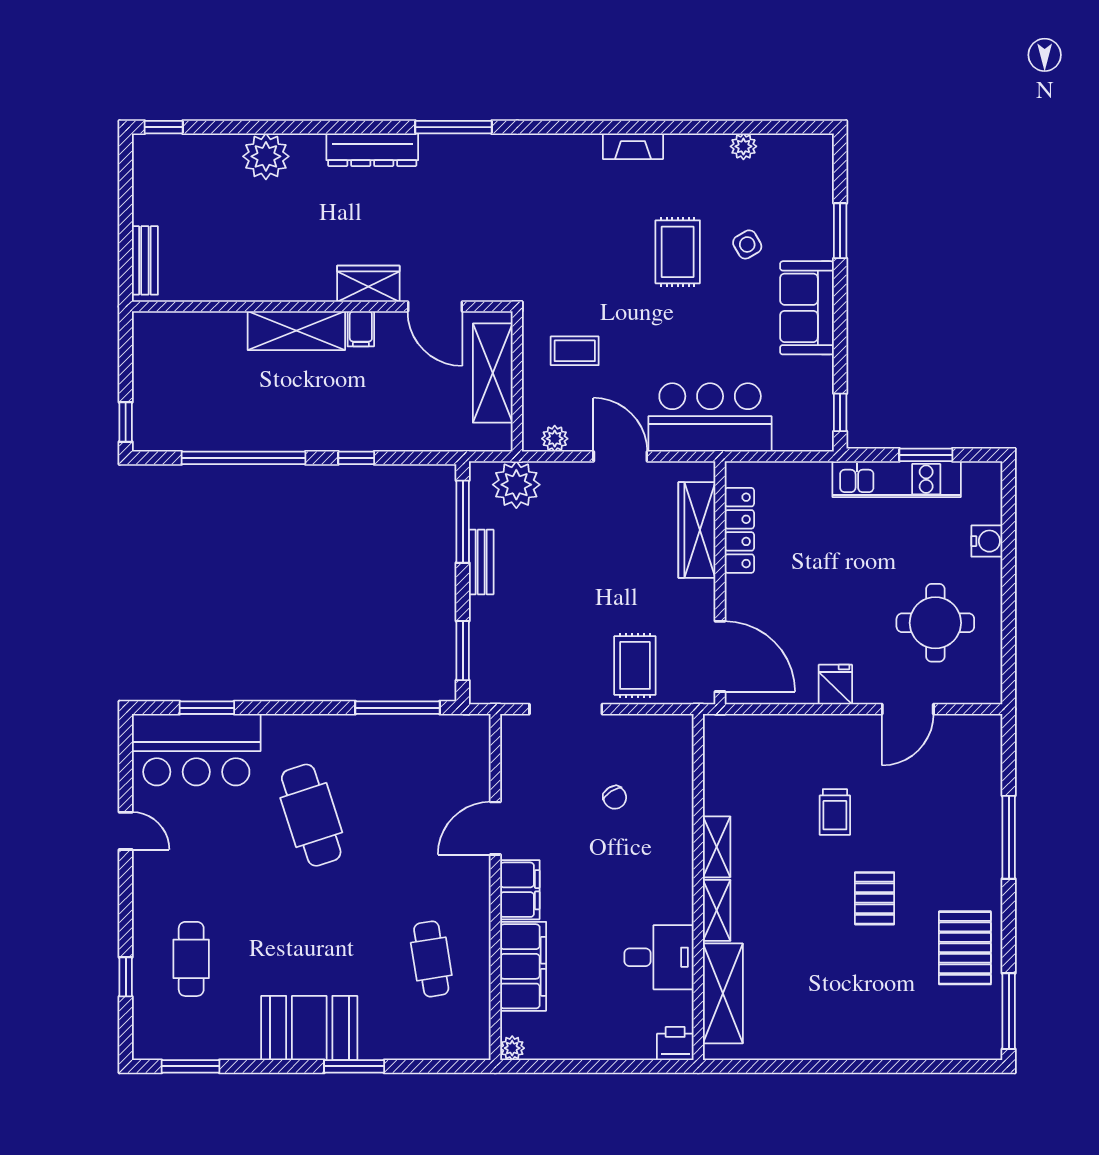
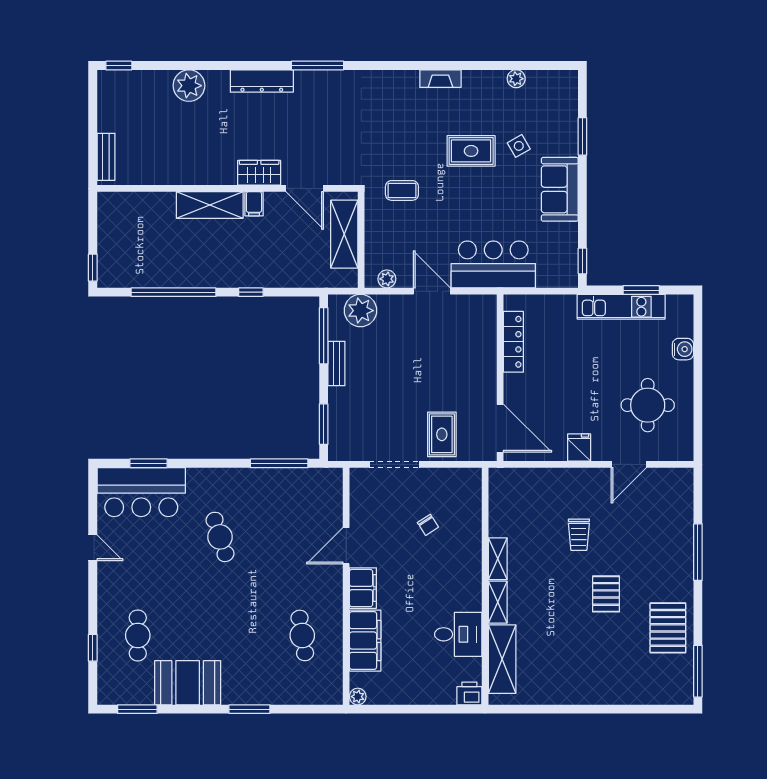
rug: (678, 252) -> (471, 151), turned 90
coffee table: (575, 351) -> (402, 190), moved
wardrobe: (697, 530) -> (484, 342), removed
cafe table: (311, 815) -> (220, 537), width x0.73, depth x0.74
booth: (309, 1028) -> (188, 683), moved

